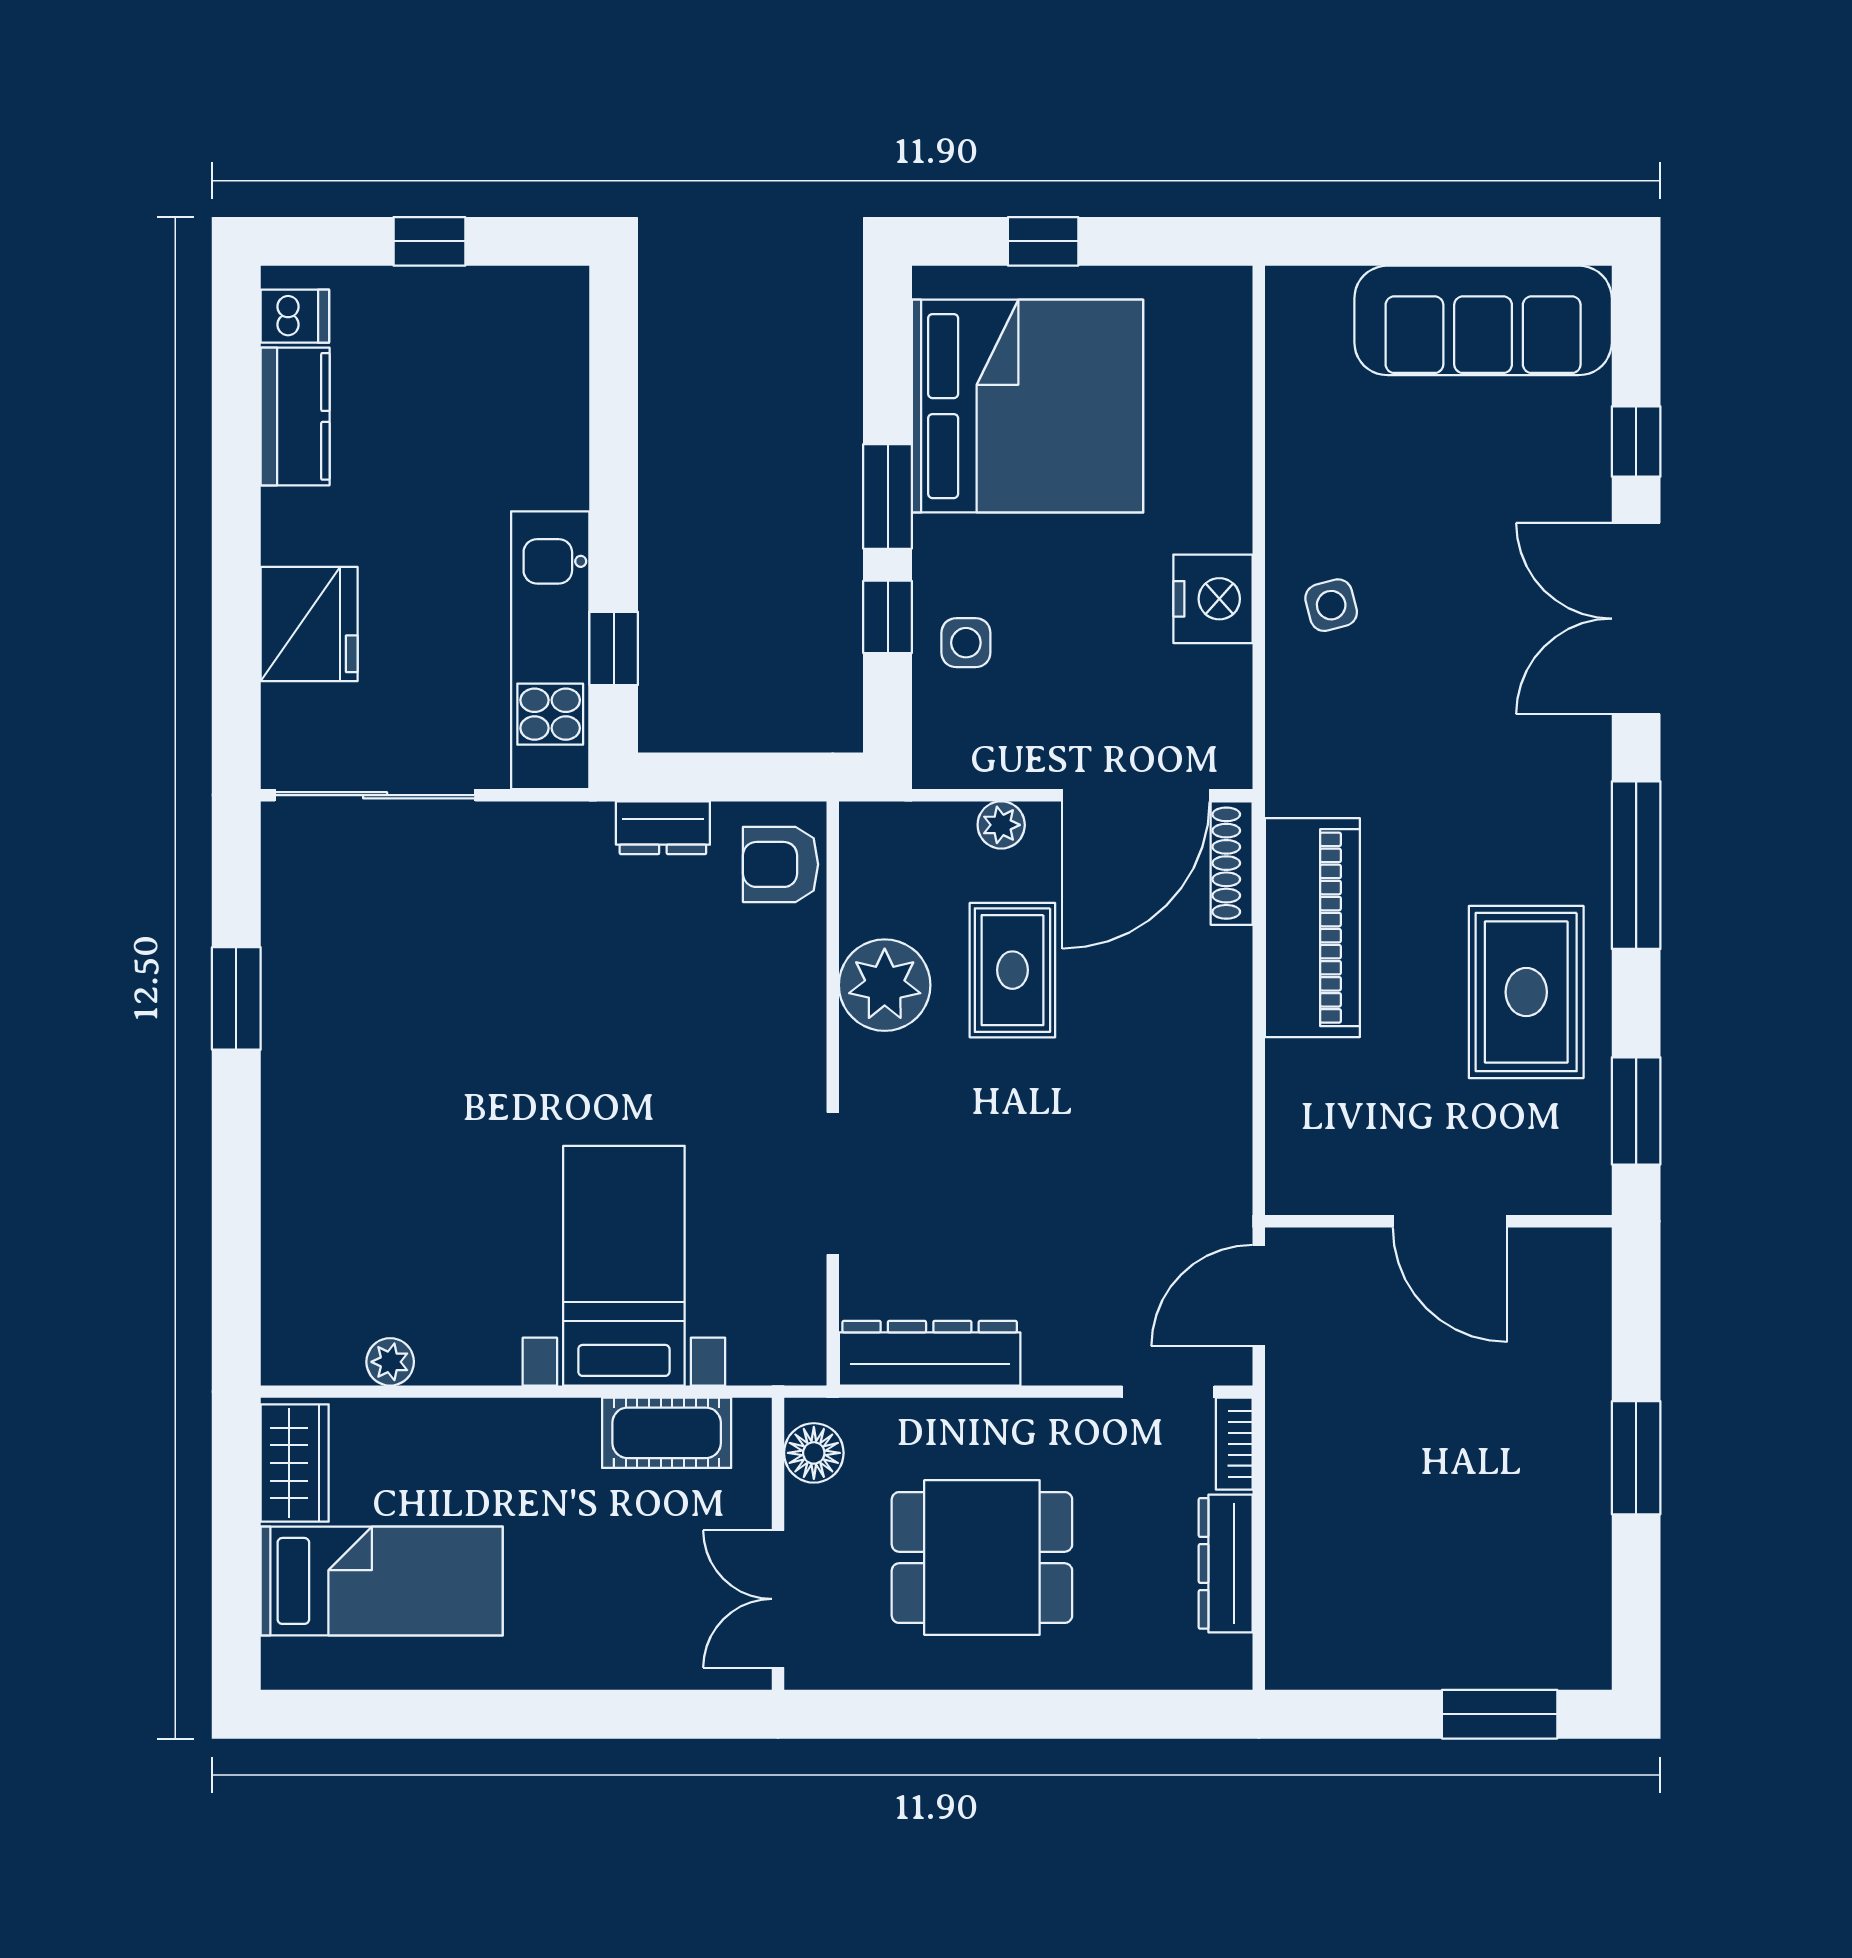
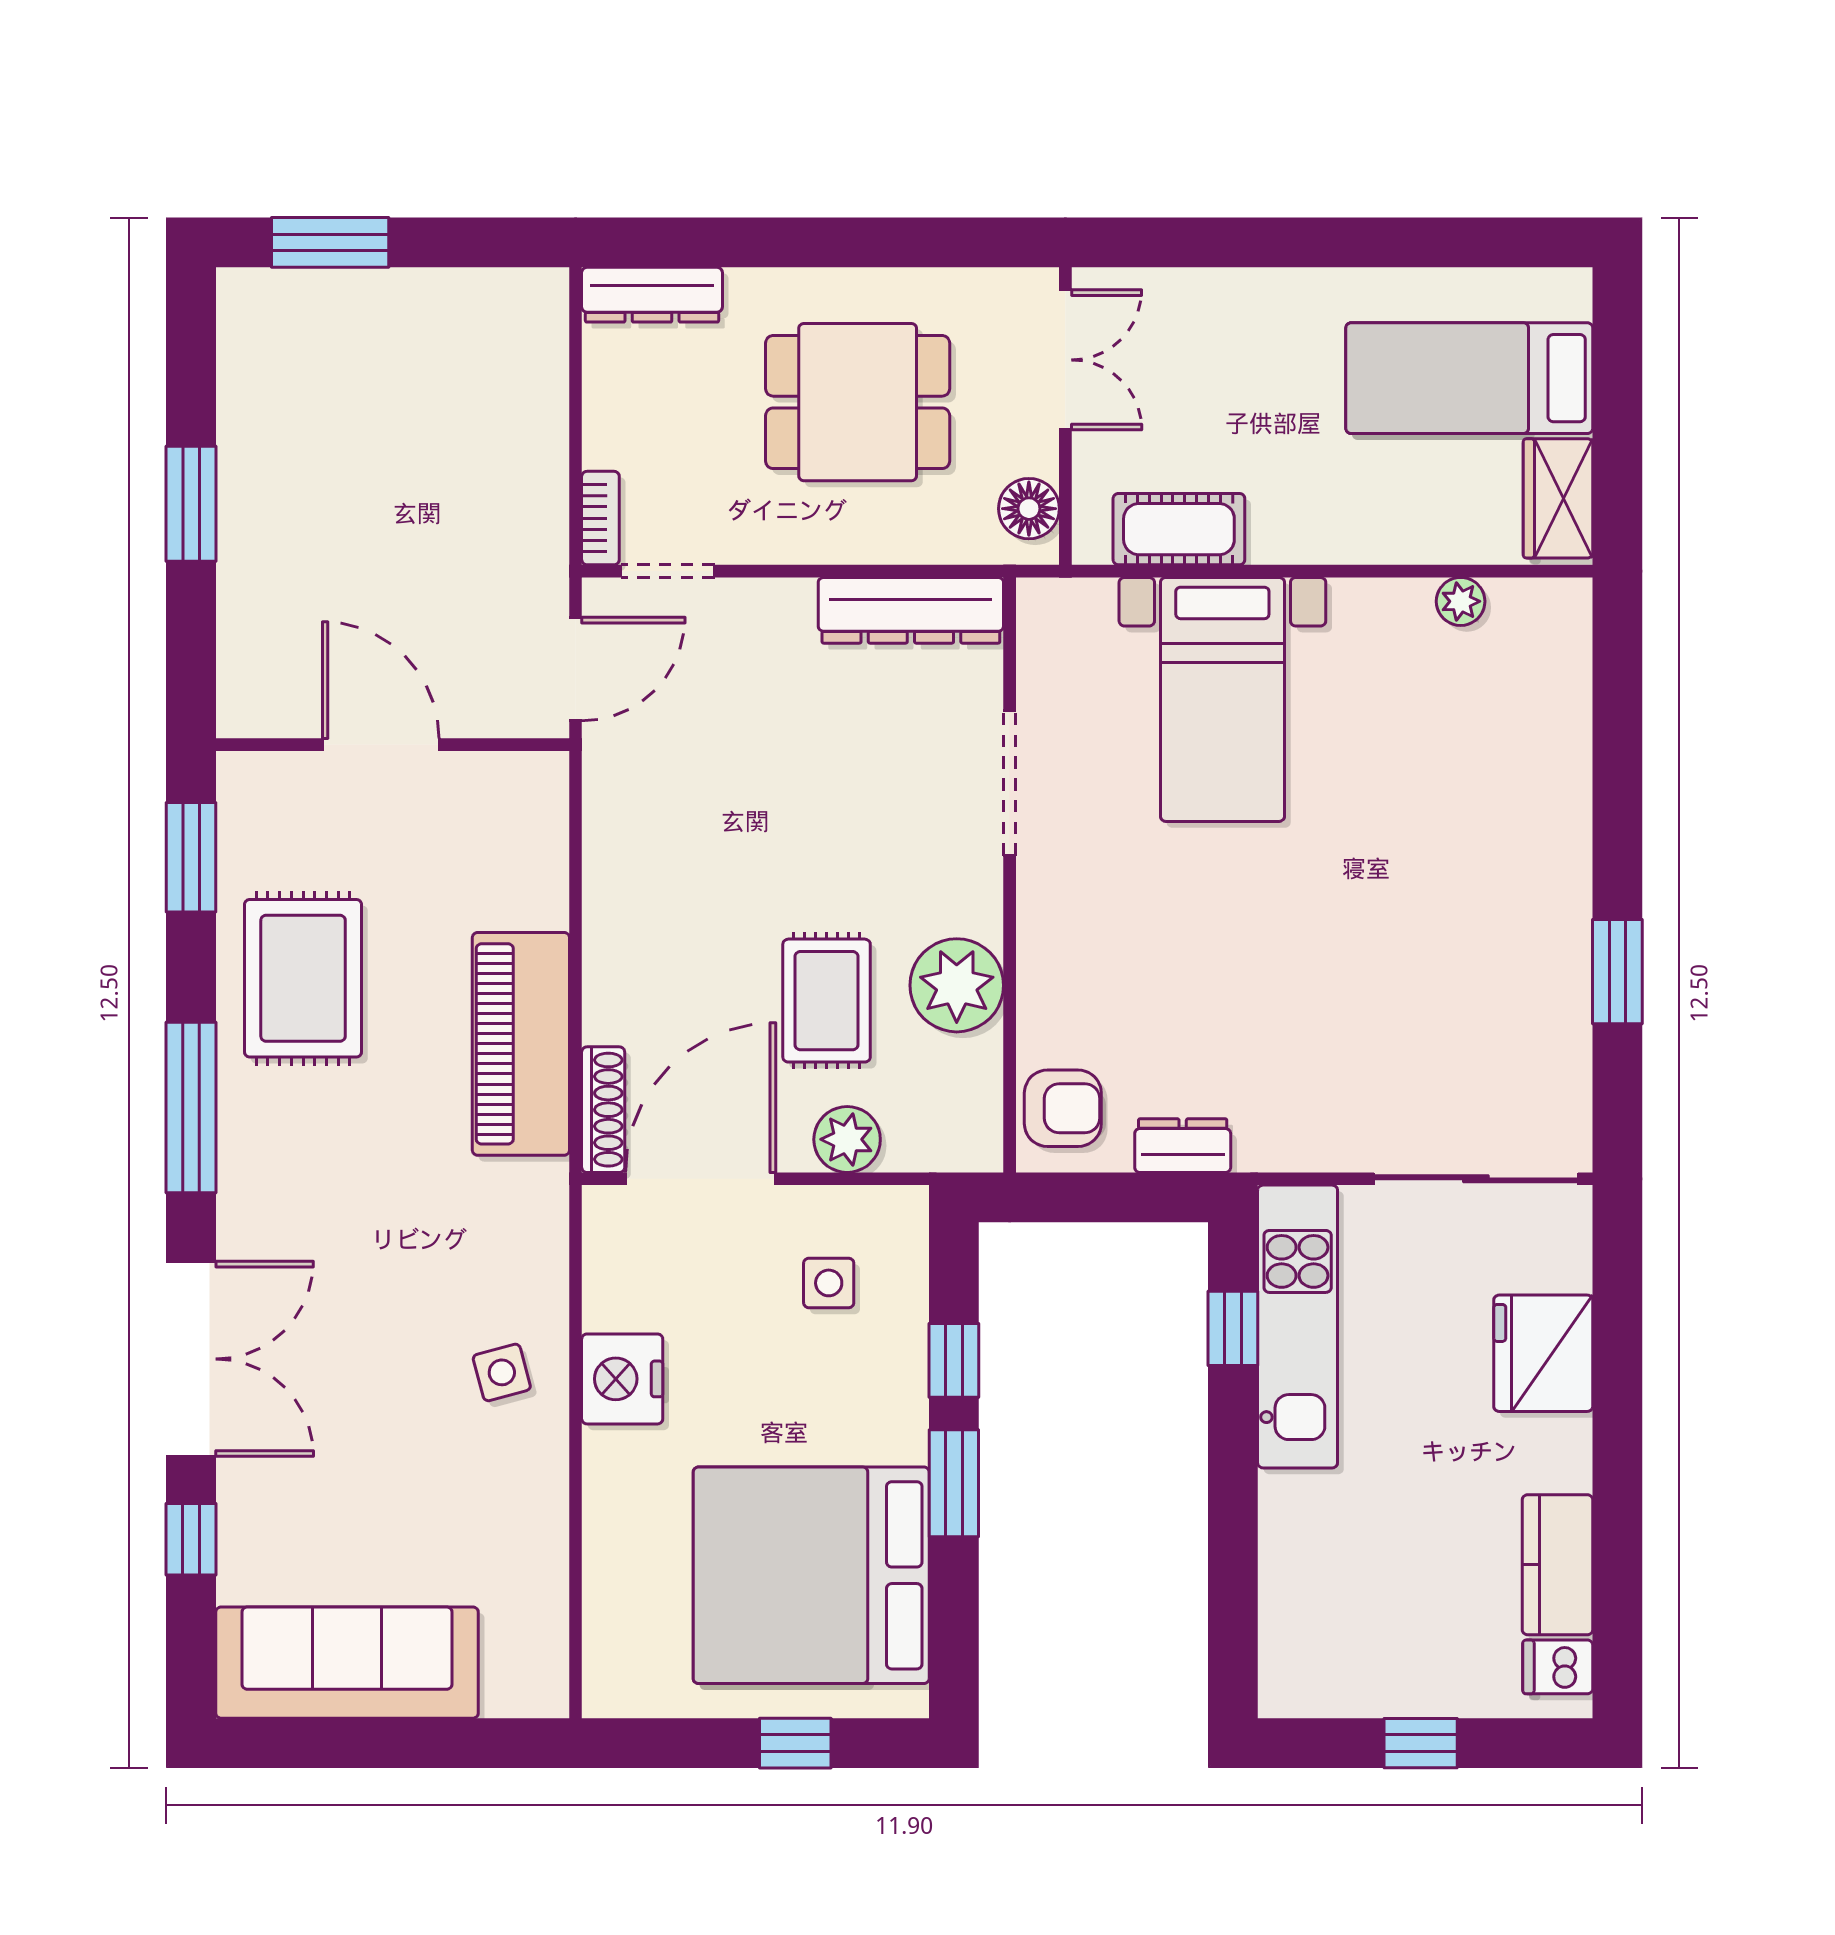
side table: (966, 643) -> (829, 1283), moved
plant: (1001, 825) -> (847, 1139), width x1.38, depth x1.38
dresser: (1226, 1563) -> (652, 295), moved, turned 90

